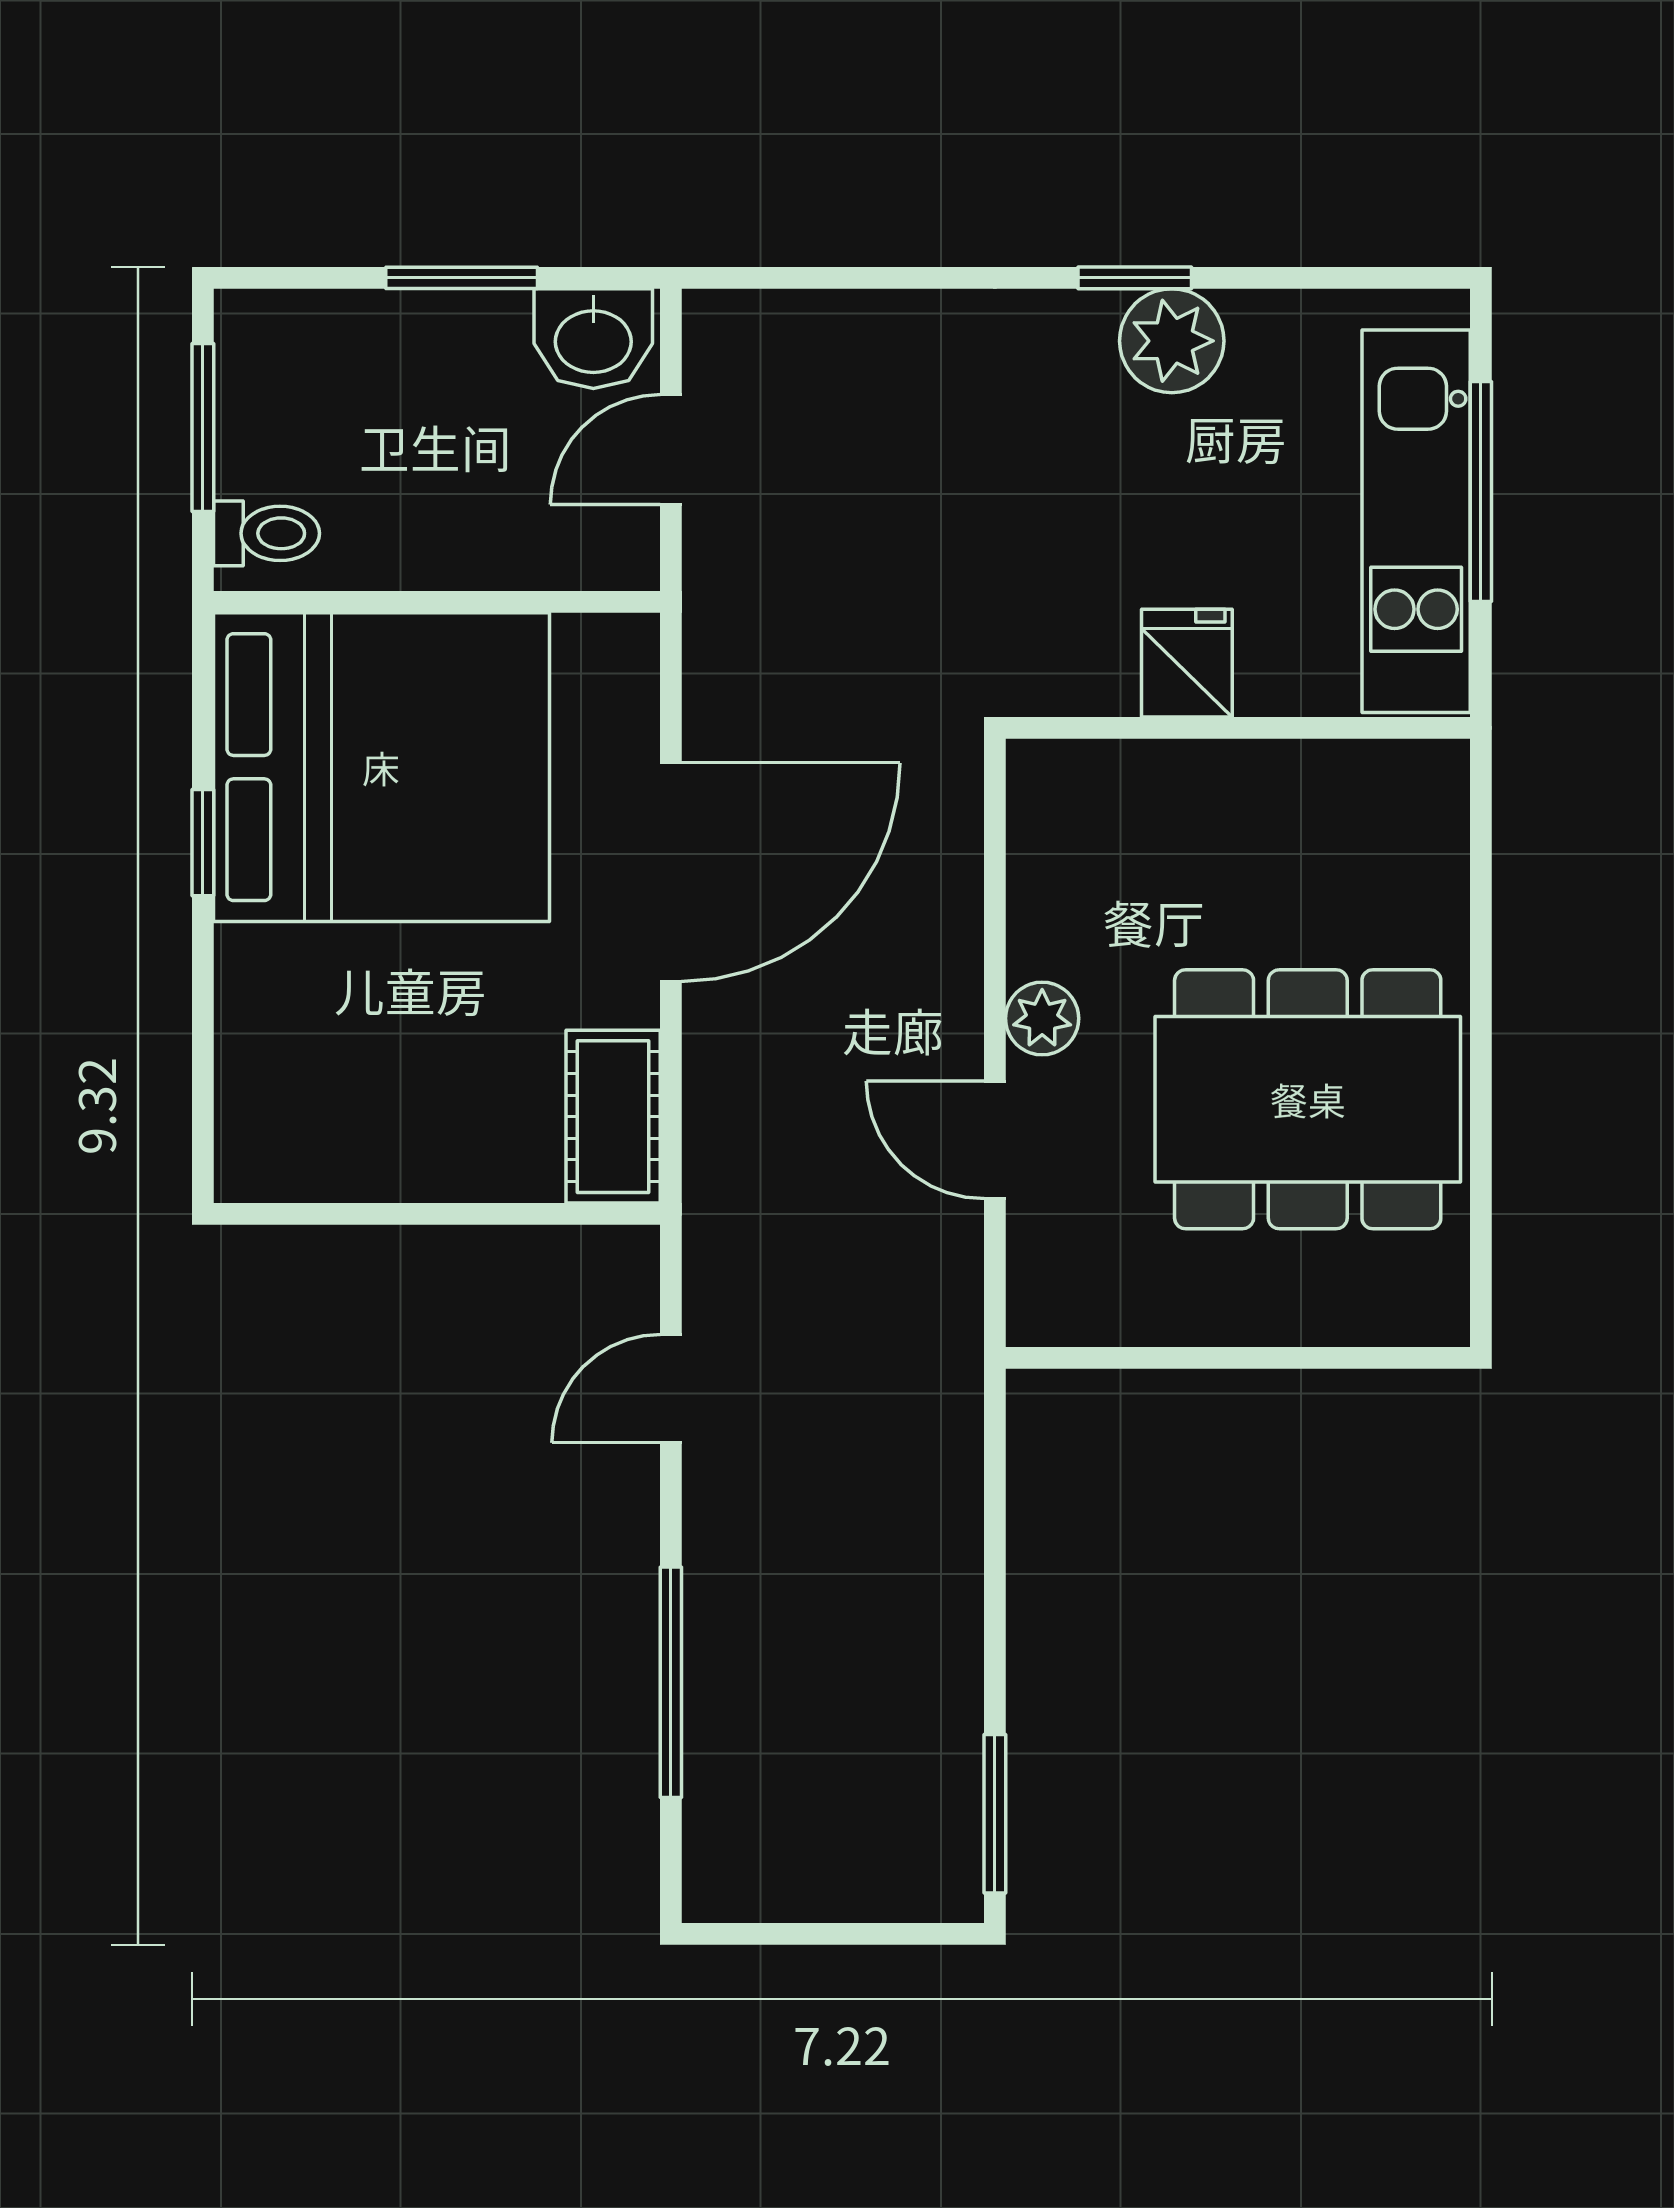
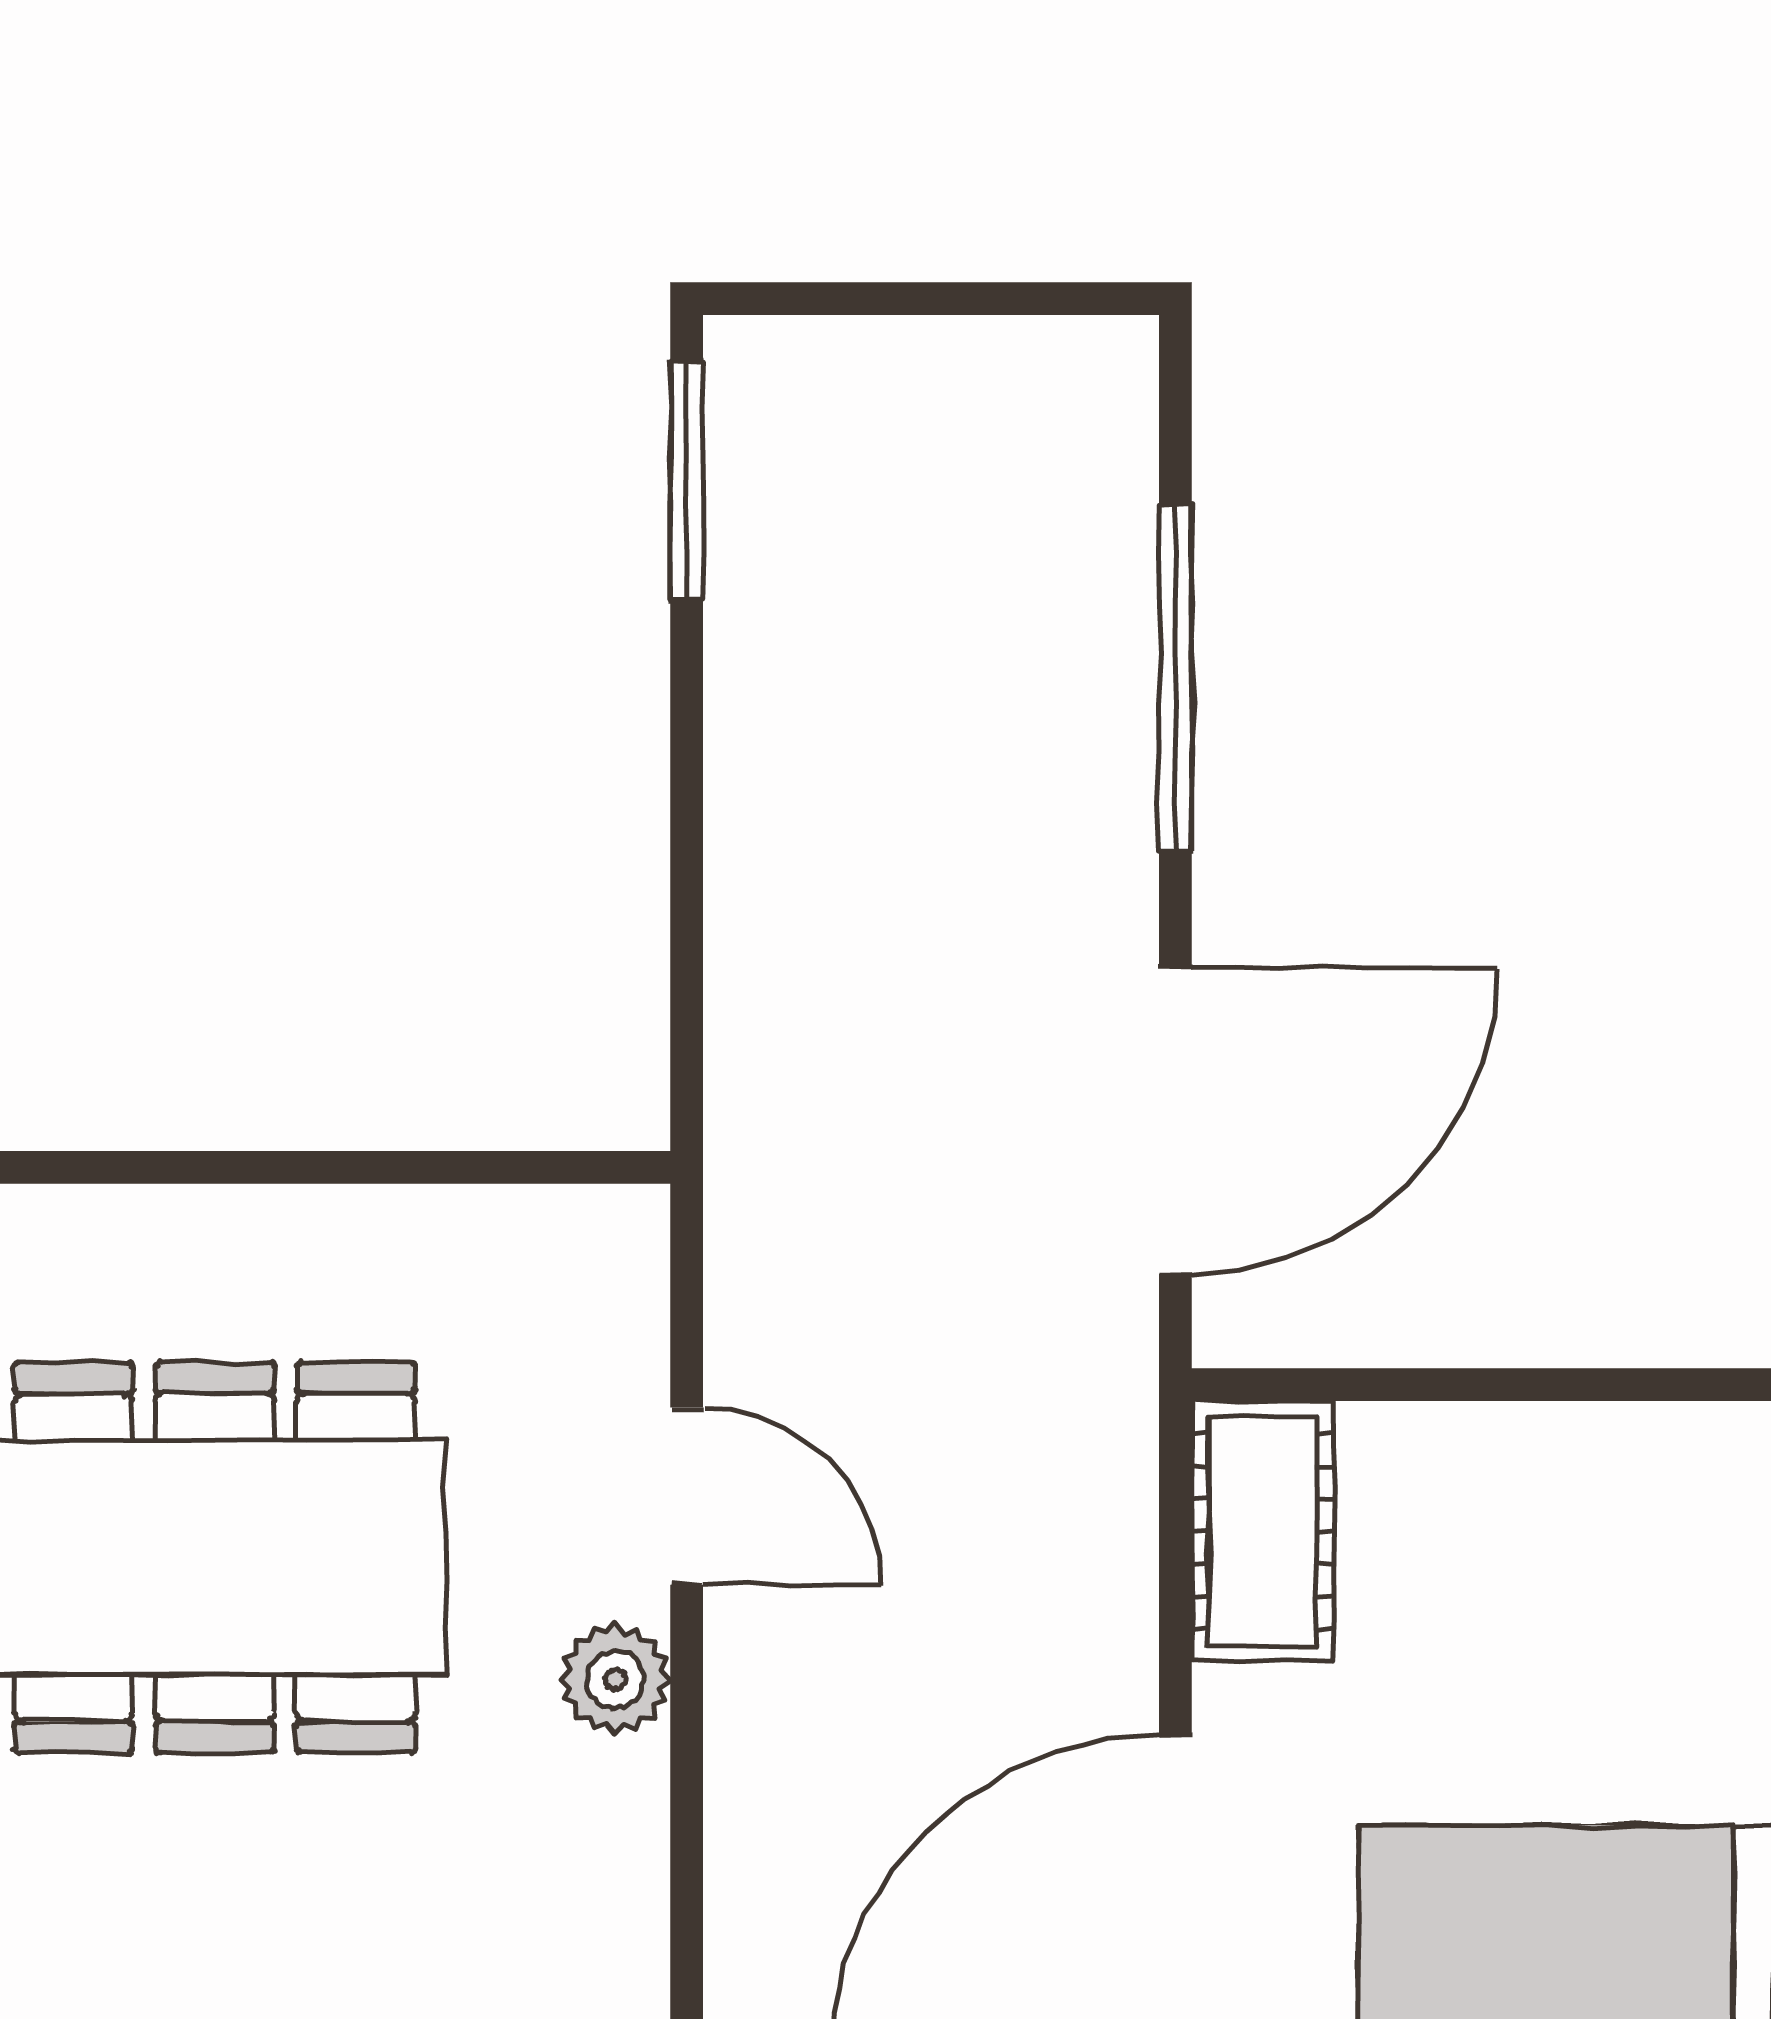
door: (671, 1389) -> (1175, 1121), width x1.88

